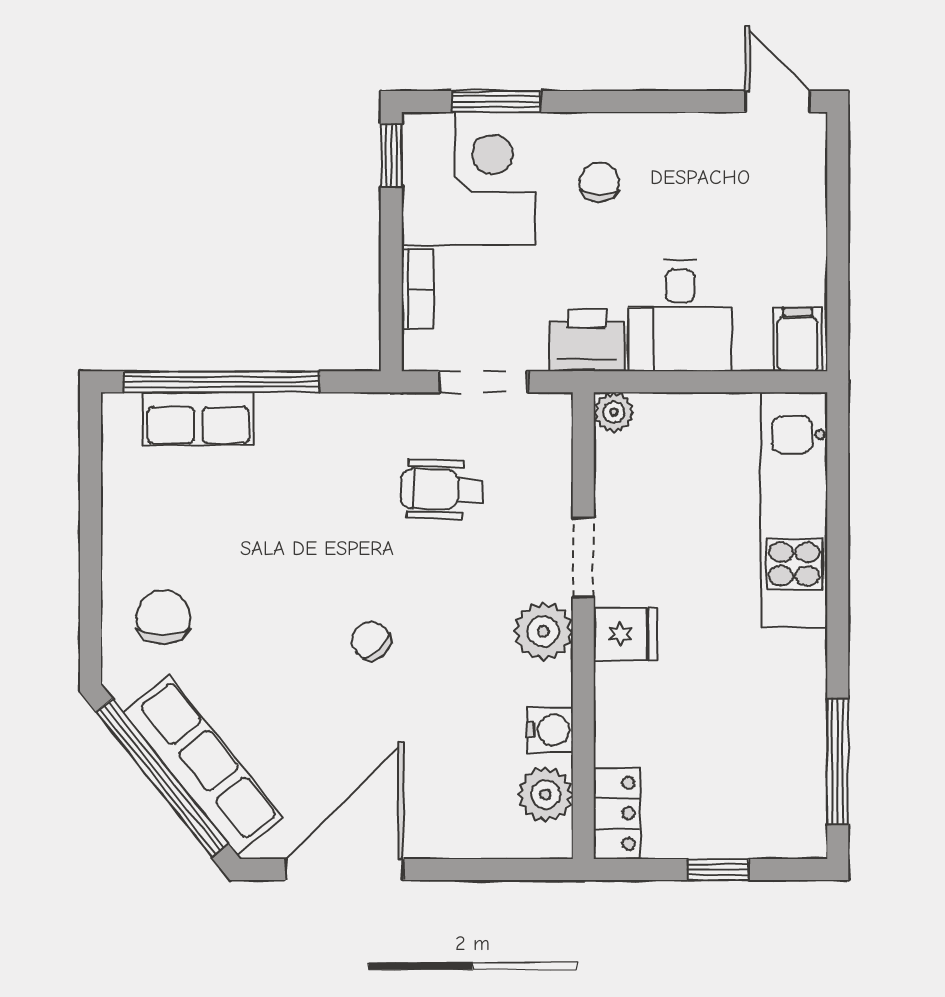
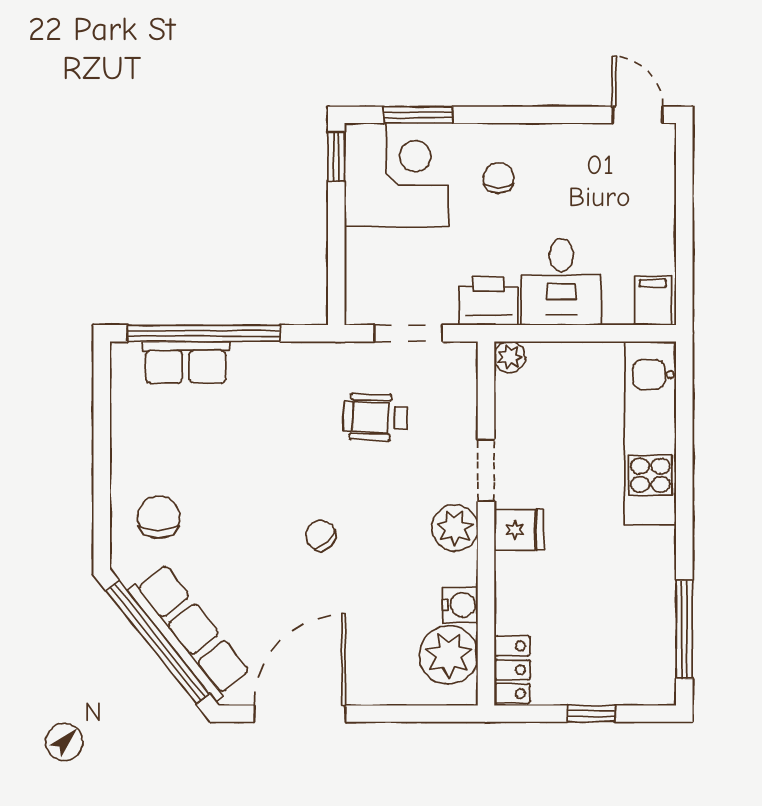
bookcase: (418, 289) -> (357, 261), removed
plant: (546, 795) -> (449, 655), width x1.36, depth x1.36

